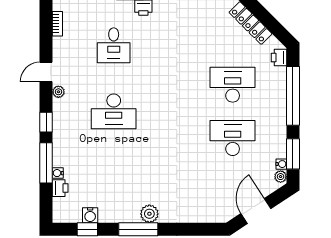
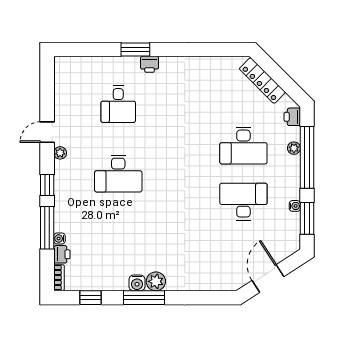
bookcase: (57, 24) -> (59, 278), moved
desk: (233, 85) -> (243, 146), turned 180
water cooler: (281, 164) -> (295, 206), moved
plant: (281, 177) -> (294, 148), moved
water cooler: (90, 215) -> (137, 283), moved

